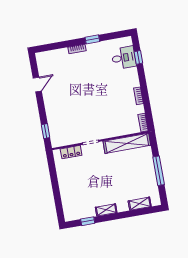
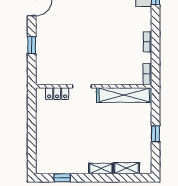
window: (46, 131) -> (32, 45), moved
window: (159, 171) -> (156, 134), width x0.46
shelving: (106, 210) -> (101, 169), moved

